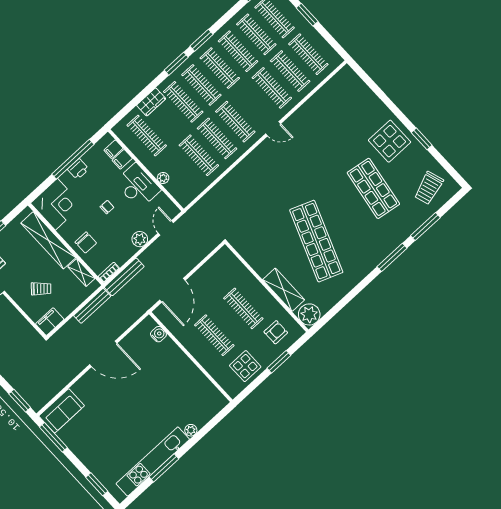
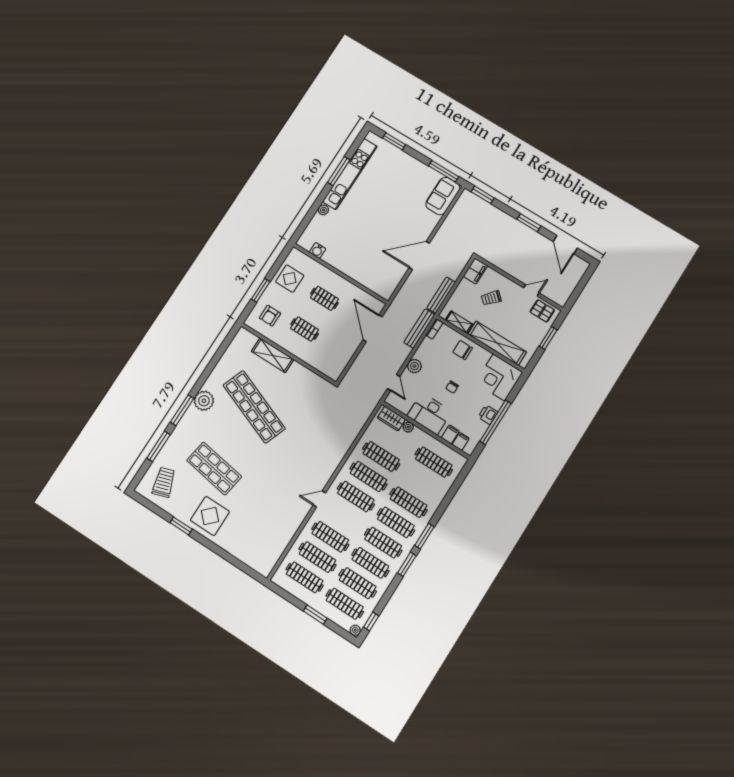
wardrobe: (151, 102) -> (391, 419), moved, turned -90
clothes rail: (243, 308) -> (305, 329), width x0.73
plant: (309, 314) -> (204, 401), moved
water cooler: (158, 334) -> (318, 250), moved
clothes rail: (214, 335) -> (324, 298), width x0.73

